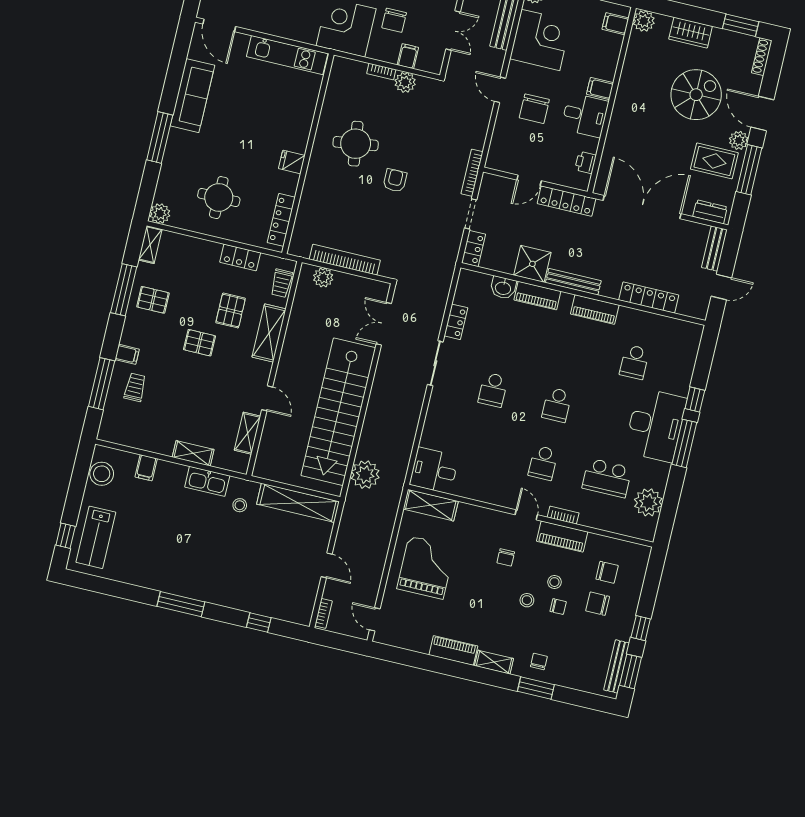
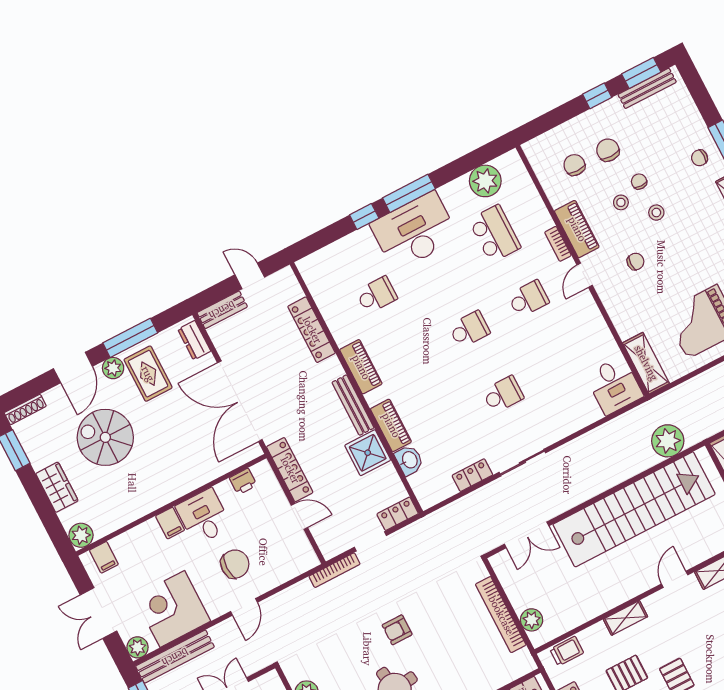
shelving: (269, 333) -> (626, 618), width x0.67, depth x0.75
chair: (598, 604) -> (608, 150), turned 180

